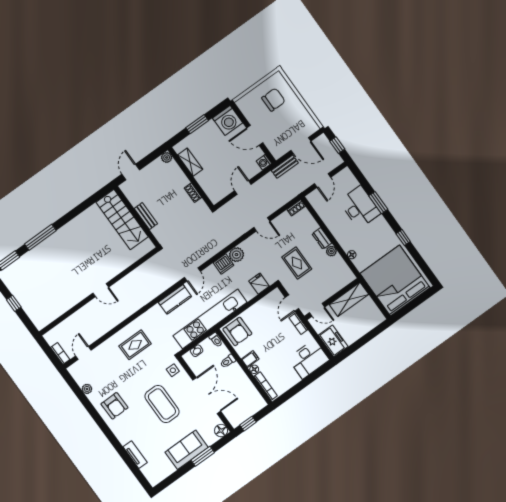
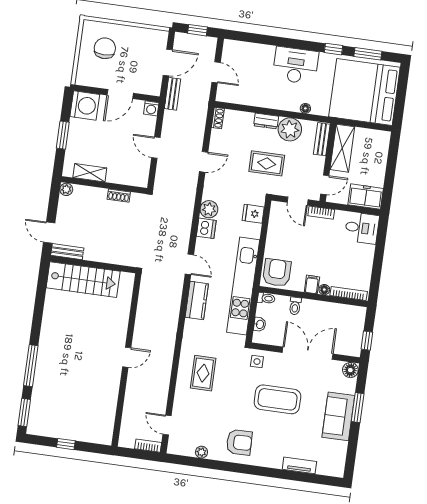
window: (378, 203) -> (368, 54), moved
desk: (360, 207) -> (296, 65), moved
bench: (146, 216) -> (67, 252), moved
plant: (331, 251) -> (290, 129), width x1.87, depth x1.87
bench: (343, 282) -> (322, 139), added
armchair: (237, 331) -> (277, 273), turned -90
desk: (309, 359) -> (362, 228), width x0.73

